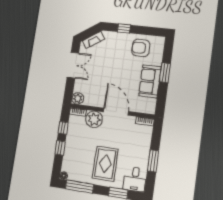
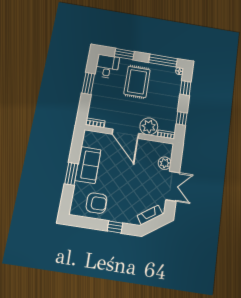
double door: (73, 65) -> (173, 186), swing flipped
plant: (78, 98) -> (165, 163), moved
window: (60, 148) -> (185, 88), moved

